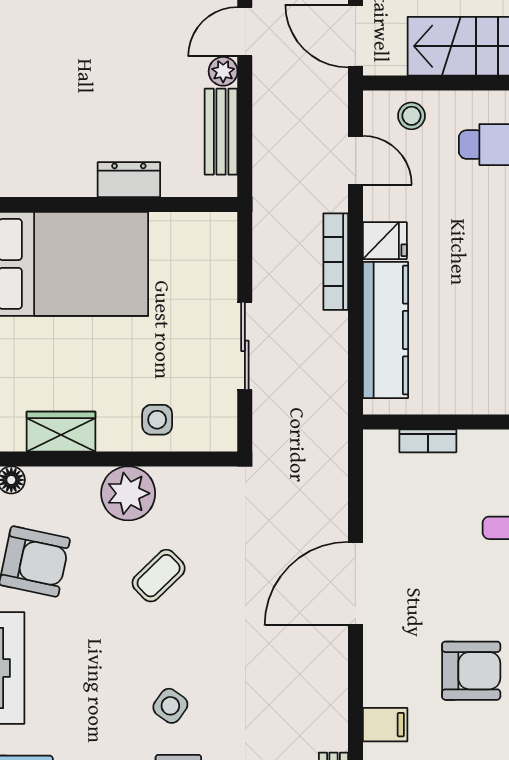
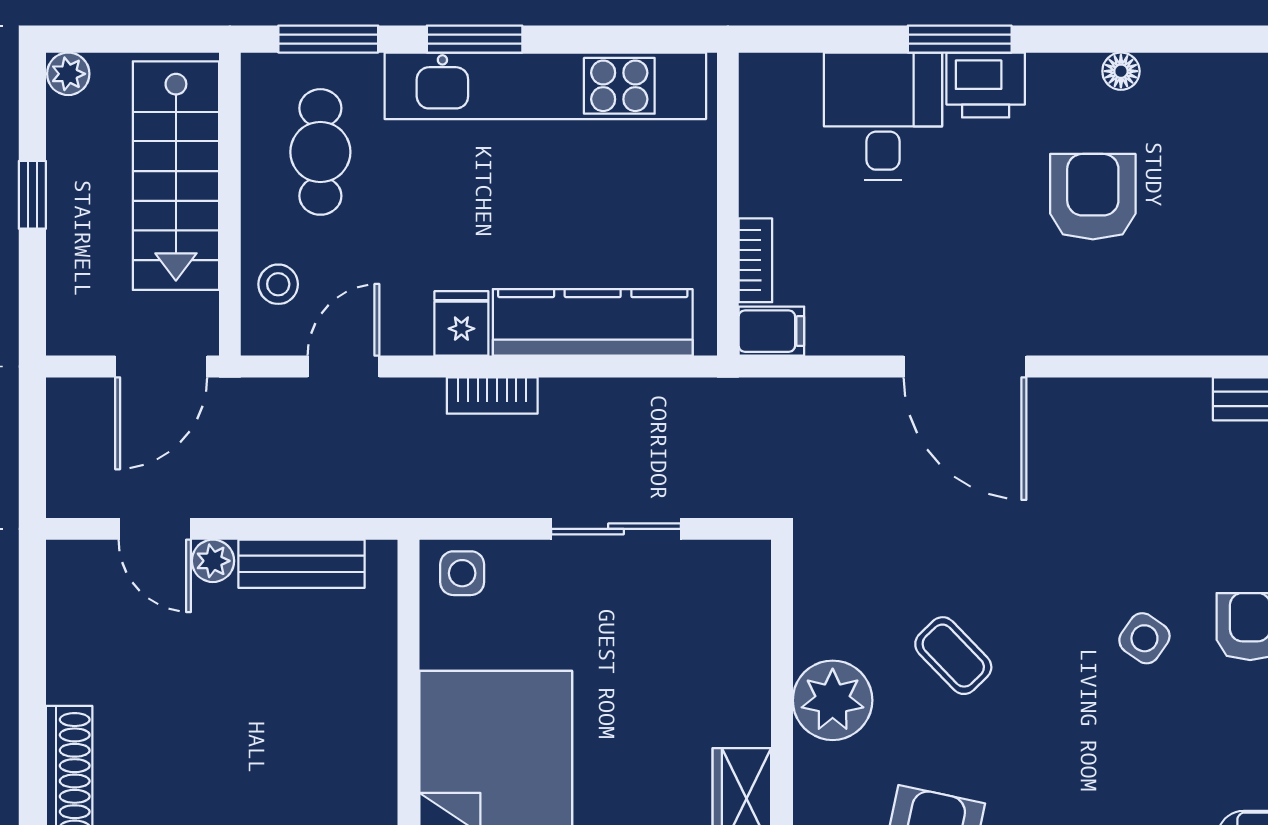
dresser: (129, 180) -> (372, 699), removed
bookcase: (336, 262) -> (492, 395), width x0.64
side table: (157, 420) -> (462, 573), moved
filing cabinet: (385, 725) -> (771, 331), moved, turned 90

